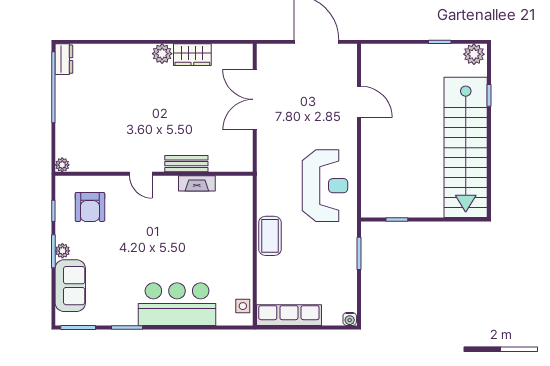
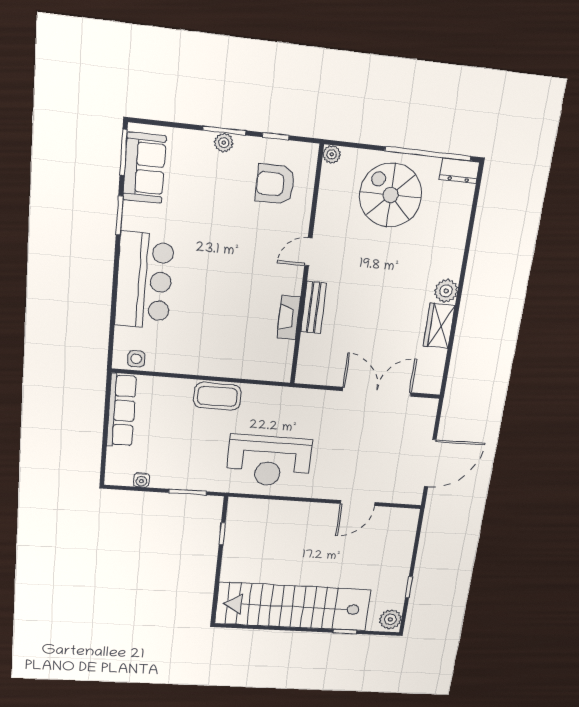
spiral stairs: (89, 113) -> (391, 195), added
sofa: (70, 286) -> (144, 168), moved, turned -90
water cooler: (350, 319) -> (141, 480), moved, turned -90

